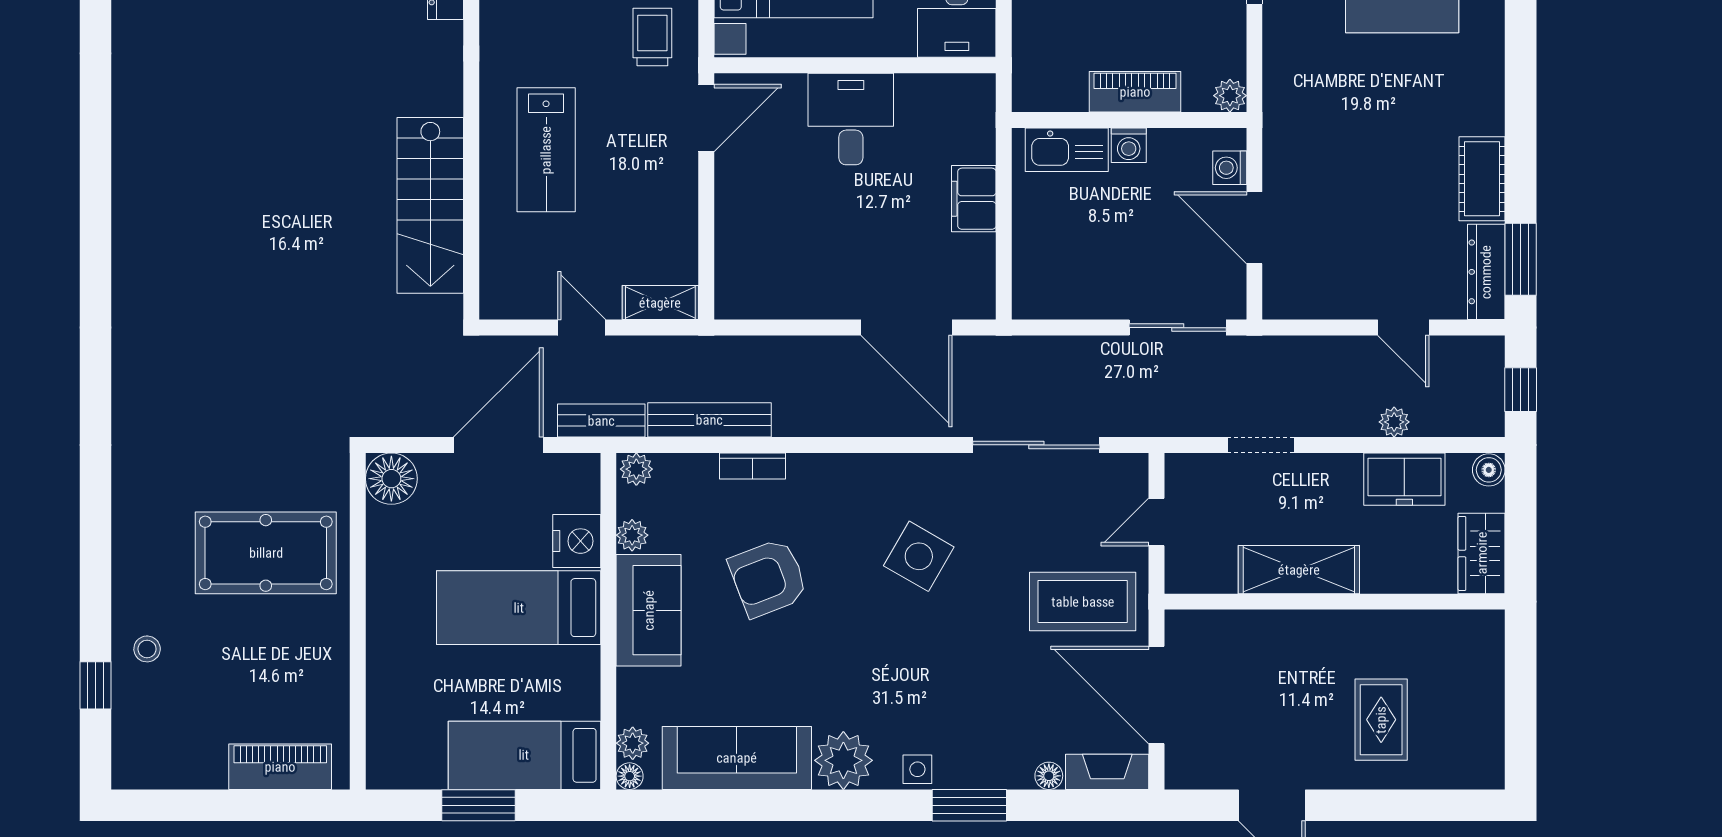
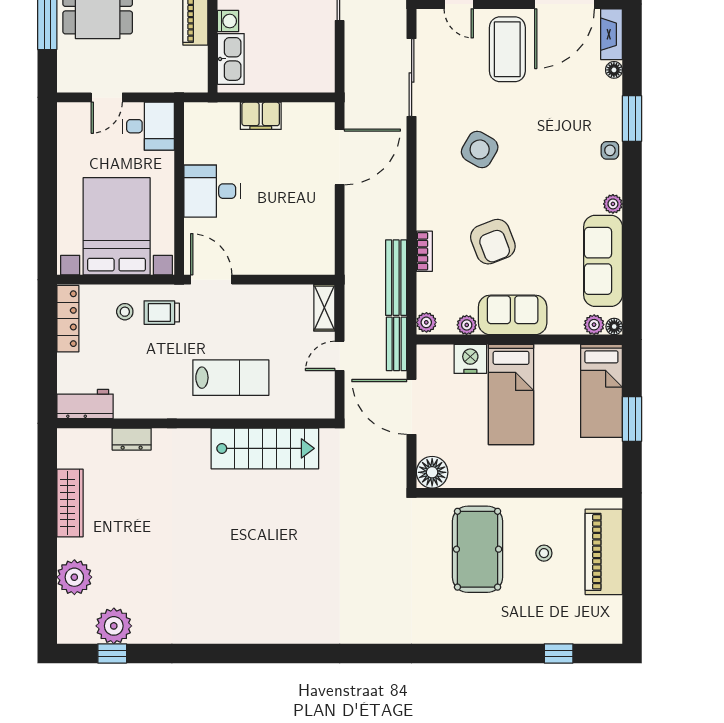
stool: (147, 649) -> (544, 553), moved
plant: (843, 760) -> (613, 204), width x0.53, depth x0.53
piano: (280, 767) -> (604, 552), width x1.37, depth x1.33

